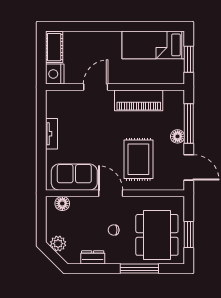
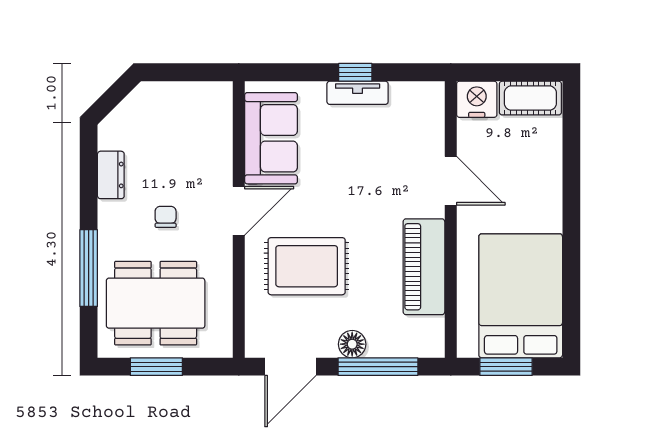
bed: (153, 45) -> (521, 296), width x1.50
window: (41, 135) -> (355, 72), added
floor lamp: (62, 203) -> (218, 114), removed
plant: (58, 244) -> (138, 106), removed

